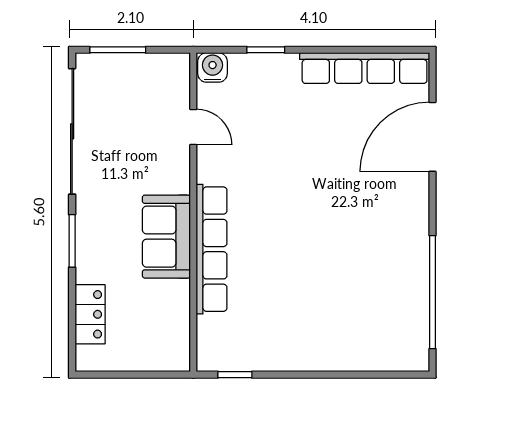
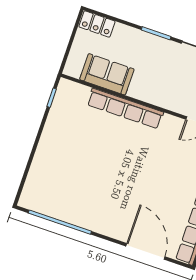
sofa: (166, 237) -> (107, 74), moved
locker: (90, 314) -> (97, 24), moved

